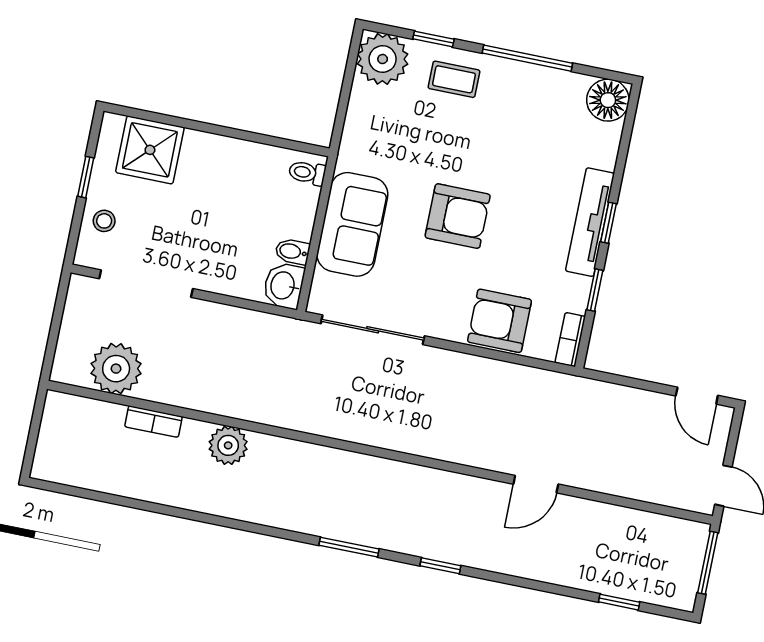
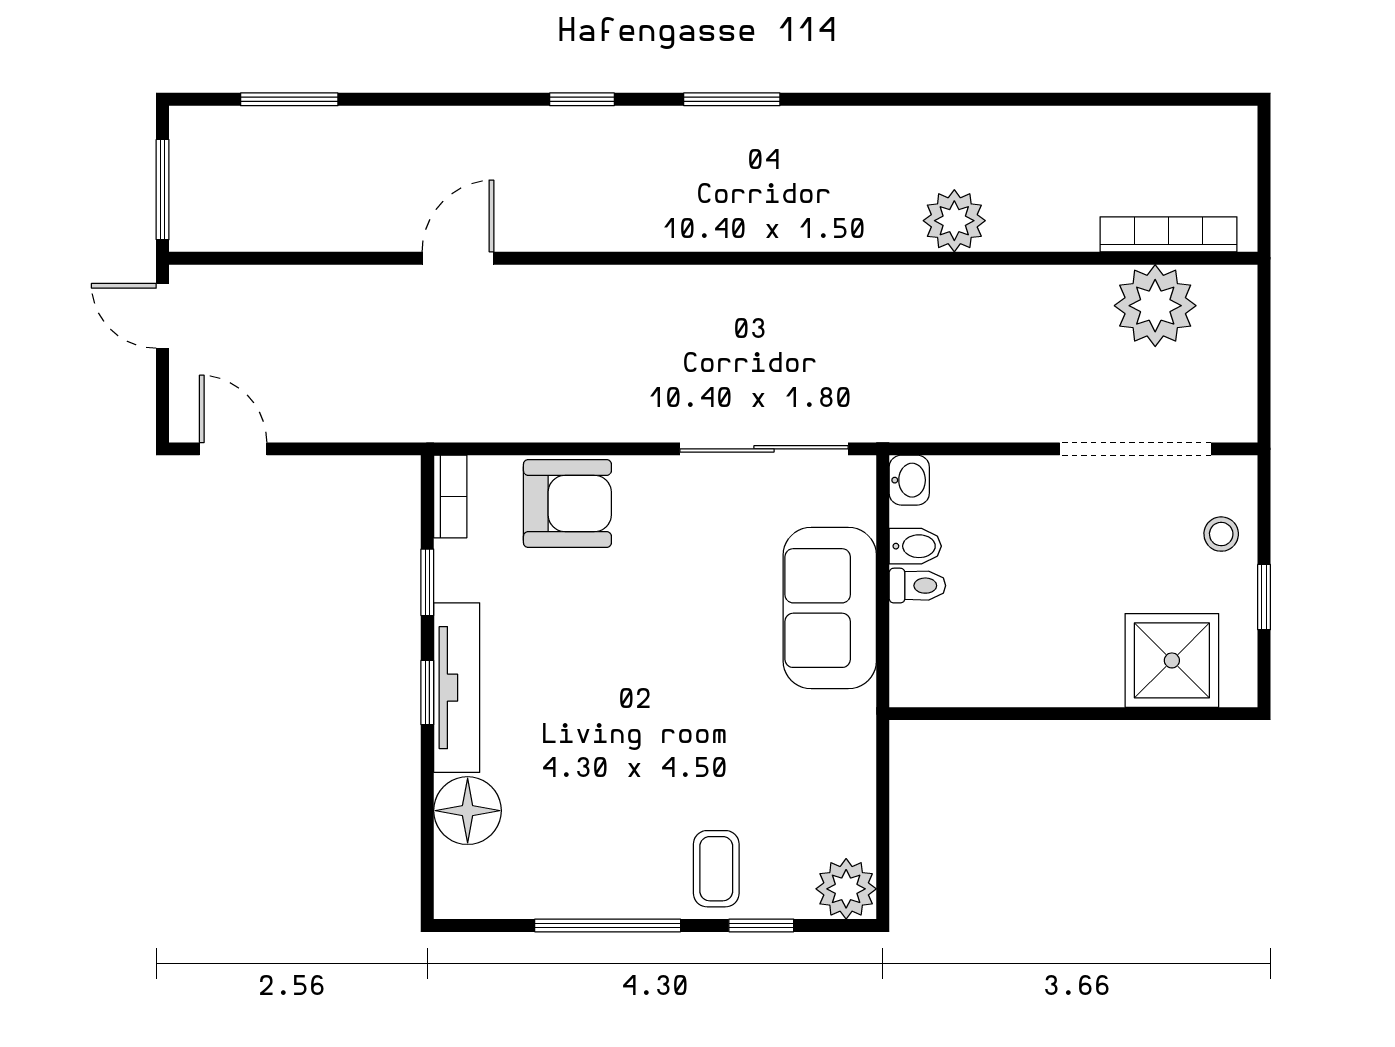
plant: (383, 59) -> (846, 889), width x0.73, depth x0.73
coffee table: (454, 79) -> (716, 869), turned 90
floor lamp: (608, 100) -> (468, 811), moved
toilet: (307, 173) -> (917, 586), moved
armchair: (458, 216) -> (667, 655), removed
washbasin: (284, 286) -> (909, 480), width x0.72, depth x0.69
bookcase: (153, 422) -> (1169, 234), moved, width x1.56
window: (619, 602) -> (289, 99), width x1.50

